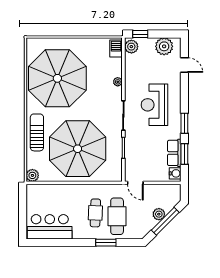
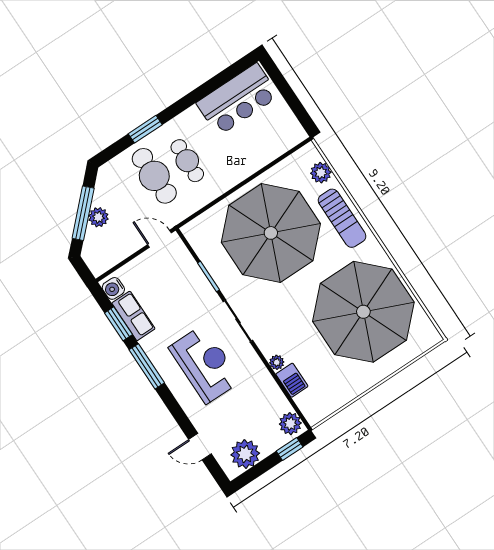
barbecue: (116, 49) -> (292, 380), moved
window: (184, 123) -> (147, 366), width x1.44
plant: (32, 175) -> (321, 173), moved

